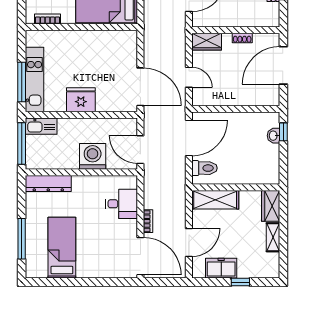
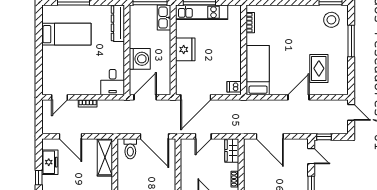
dishwasher: (127, 39) -> (234, 87), added
desk: (122, 204) -> (113, 82), moved
door: (140, 256) -> (60, 97), width x0.53

